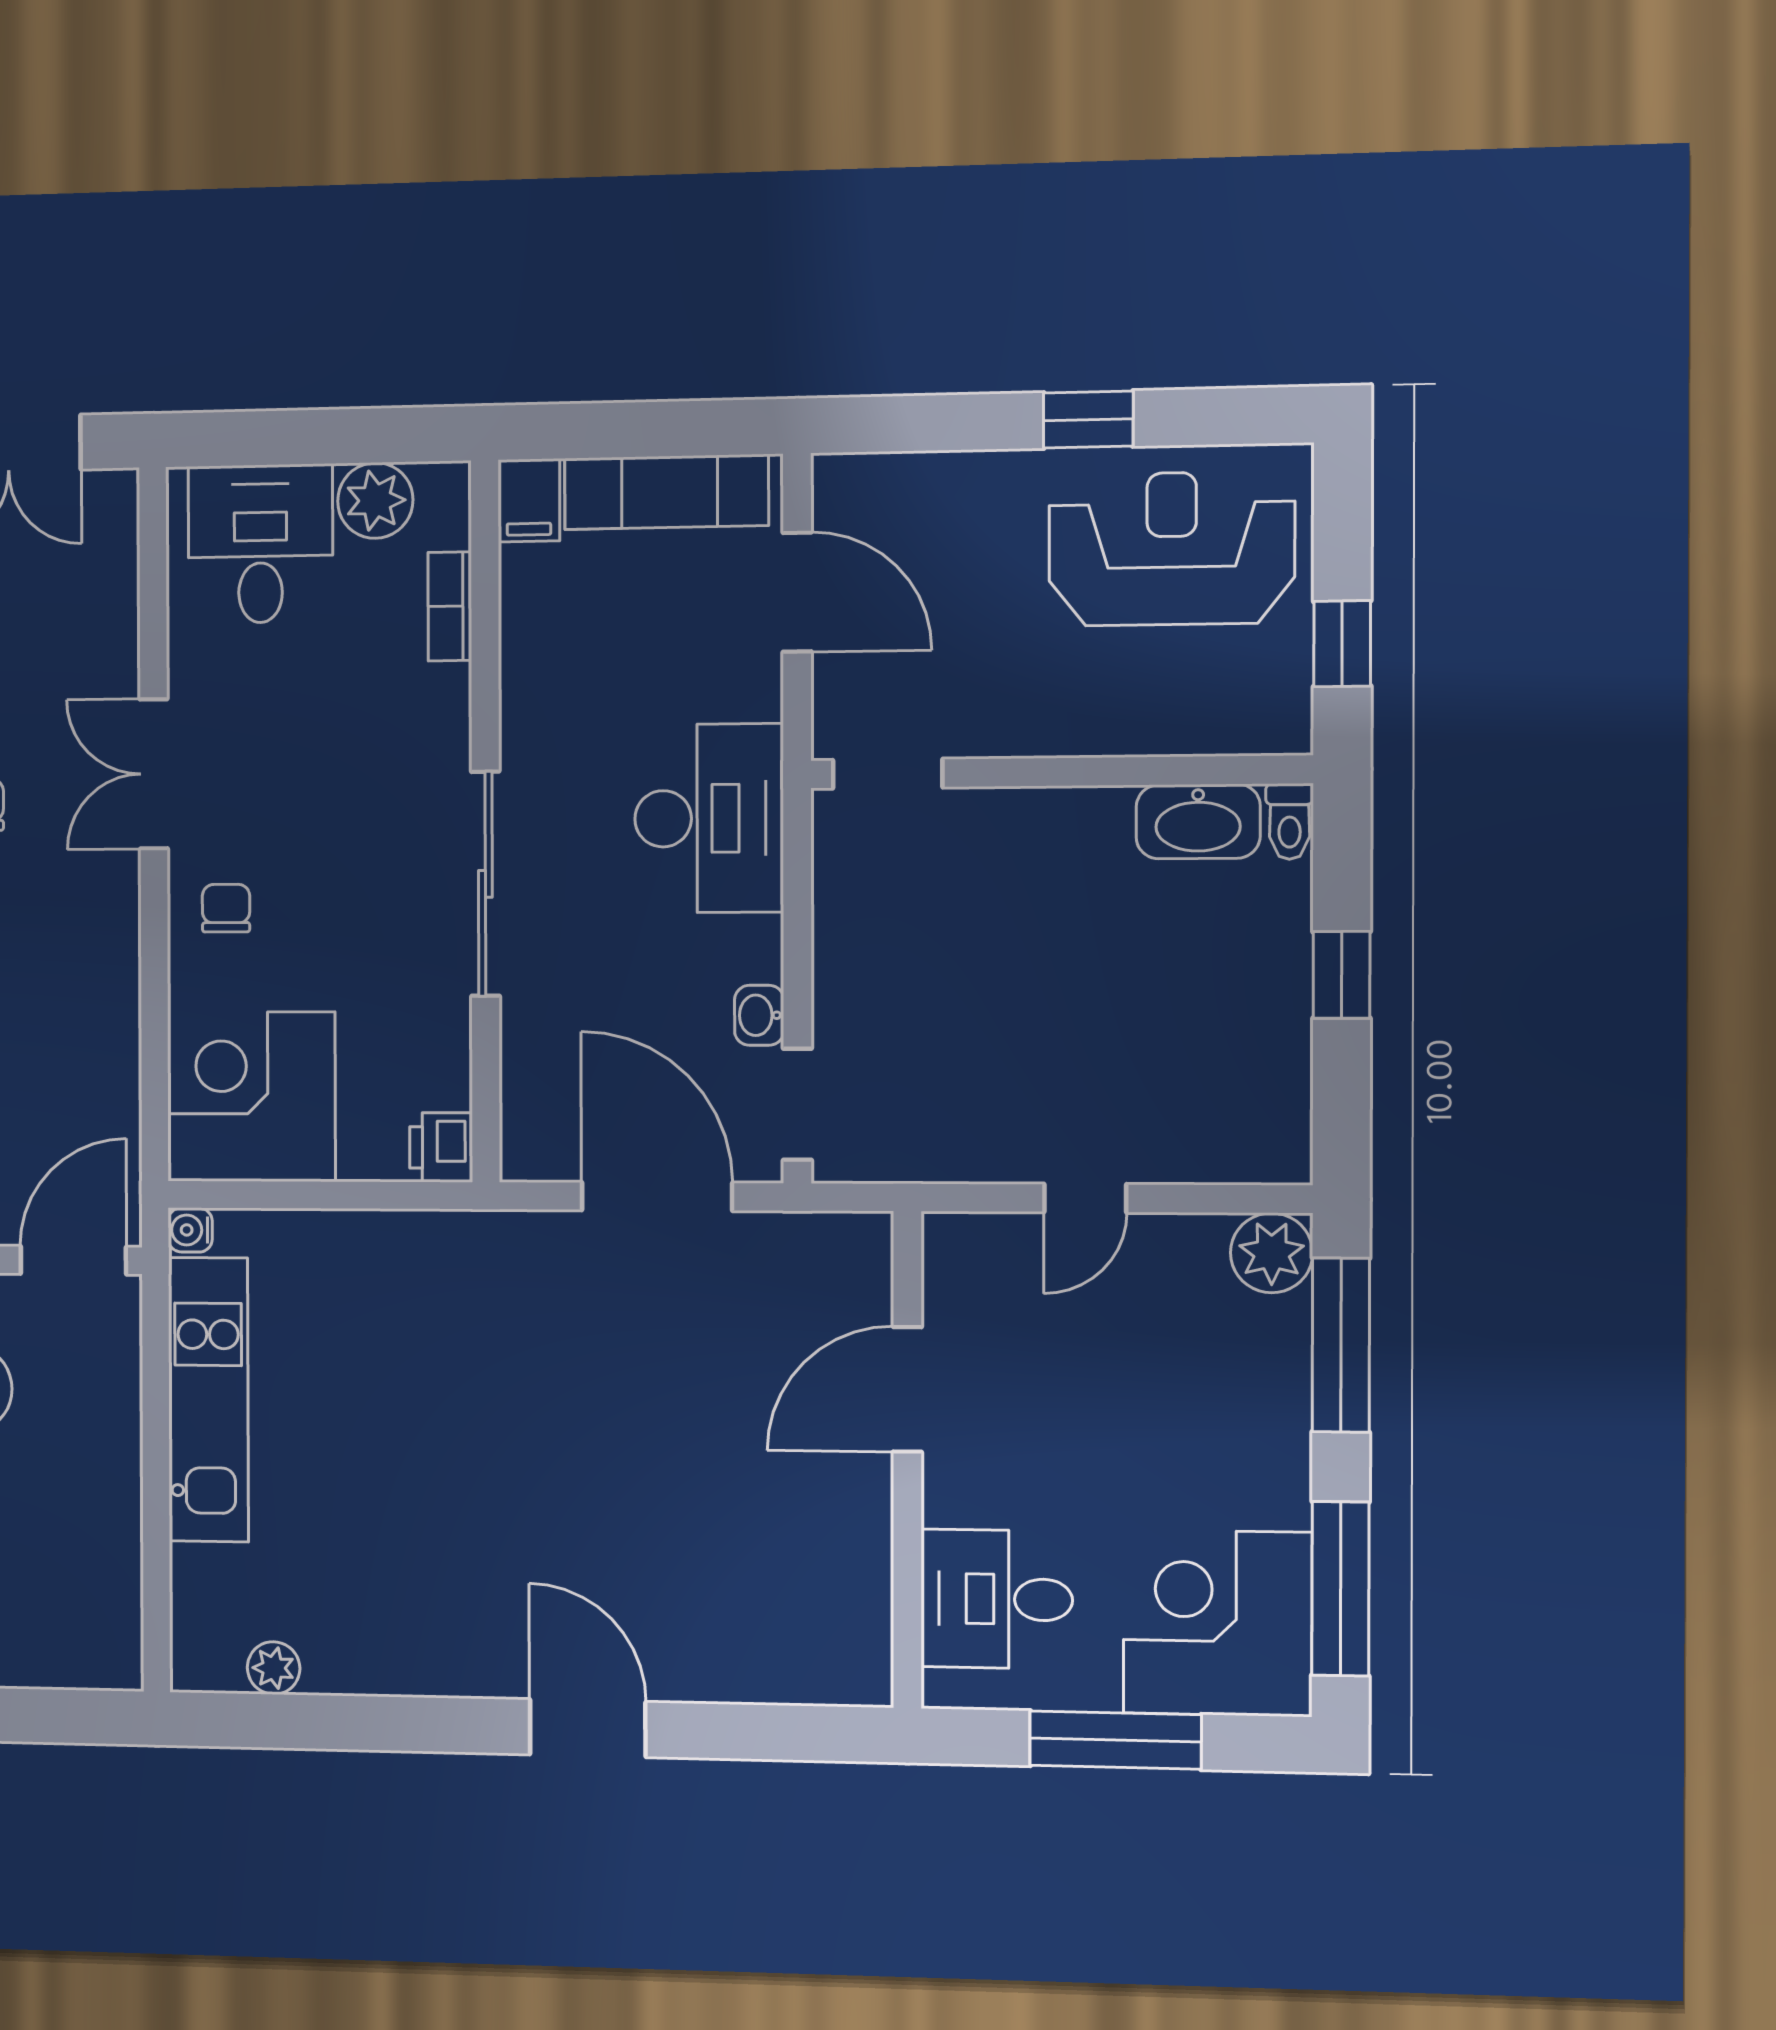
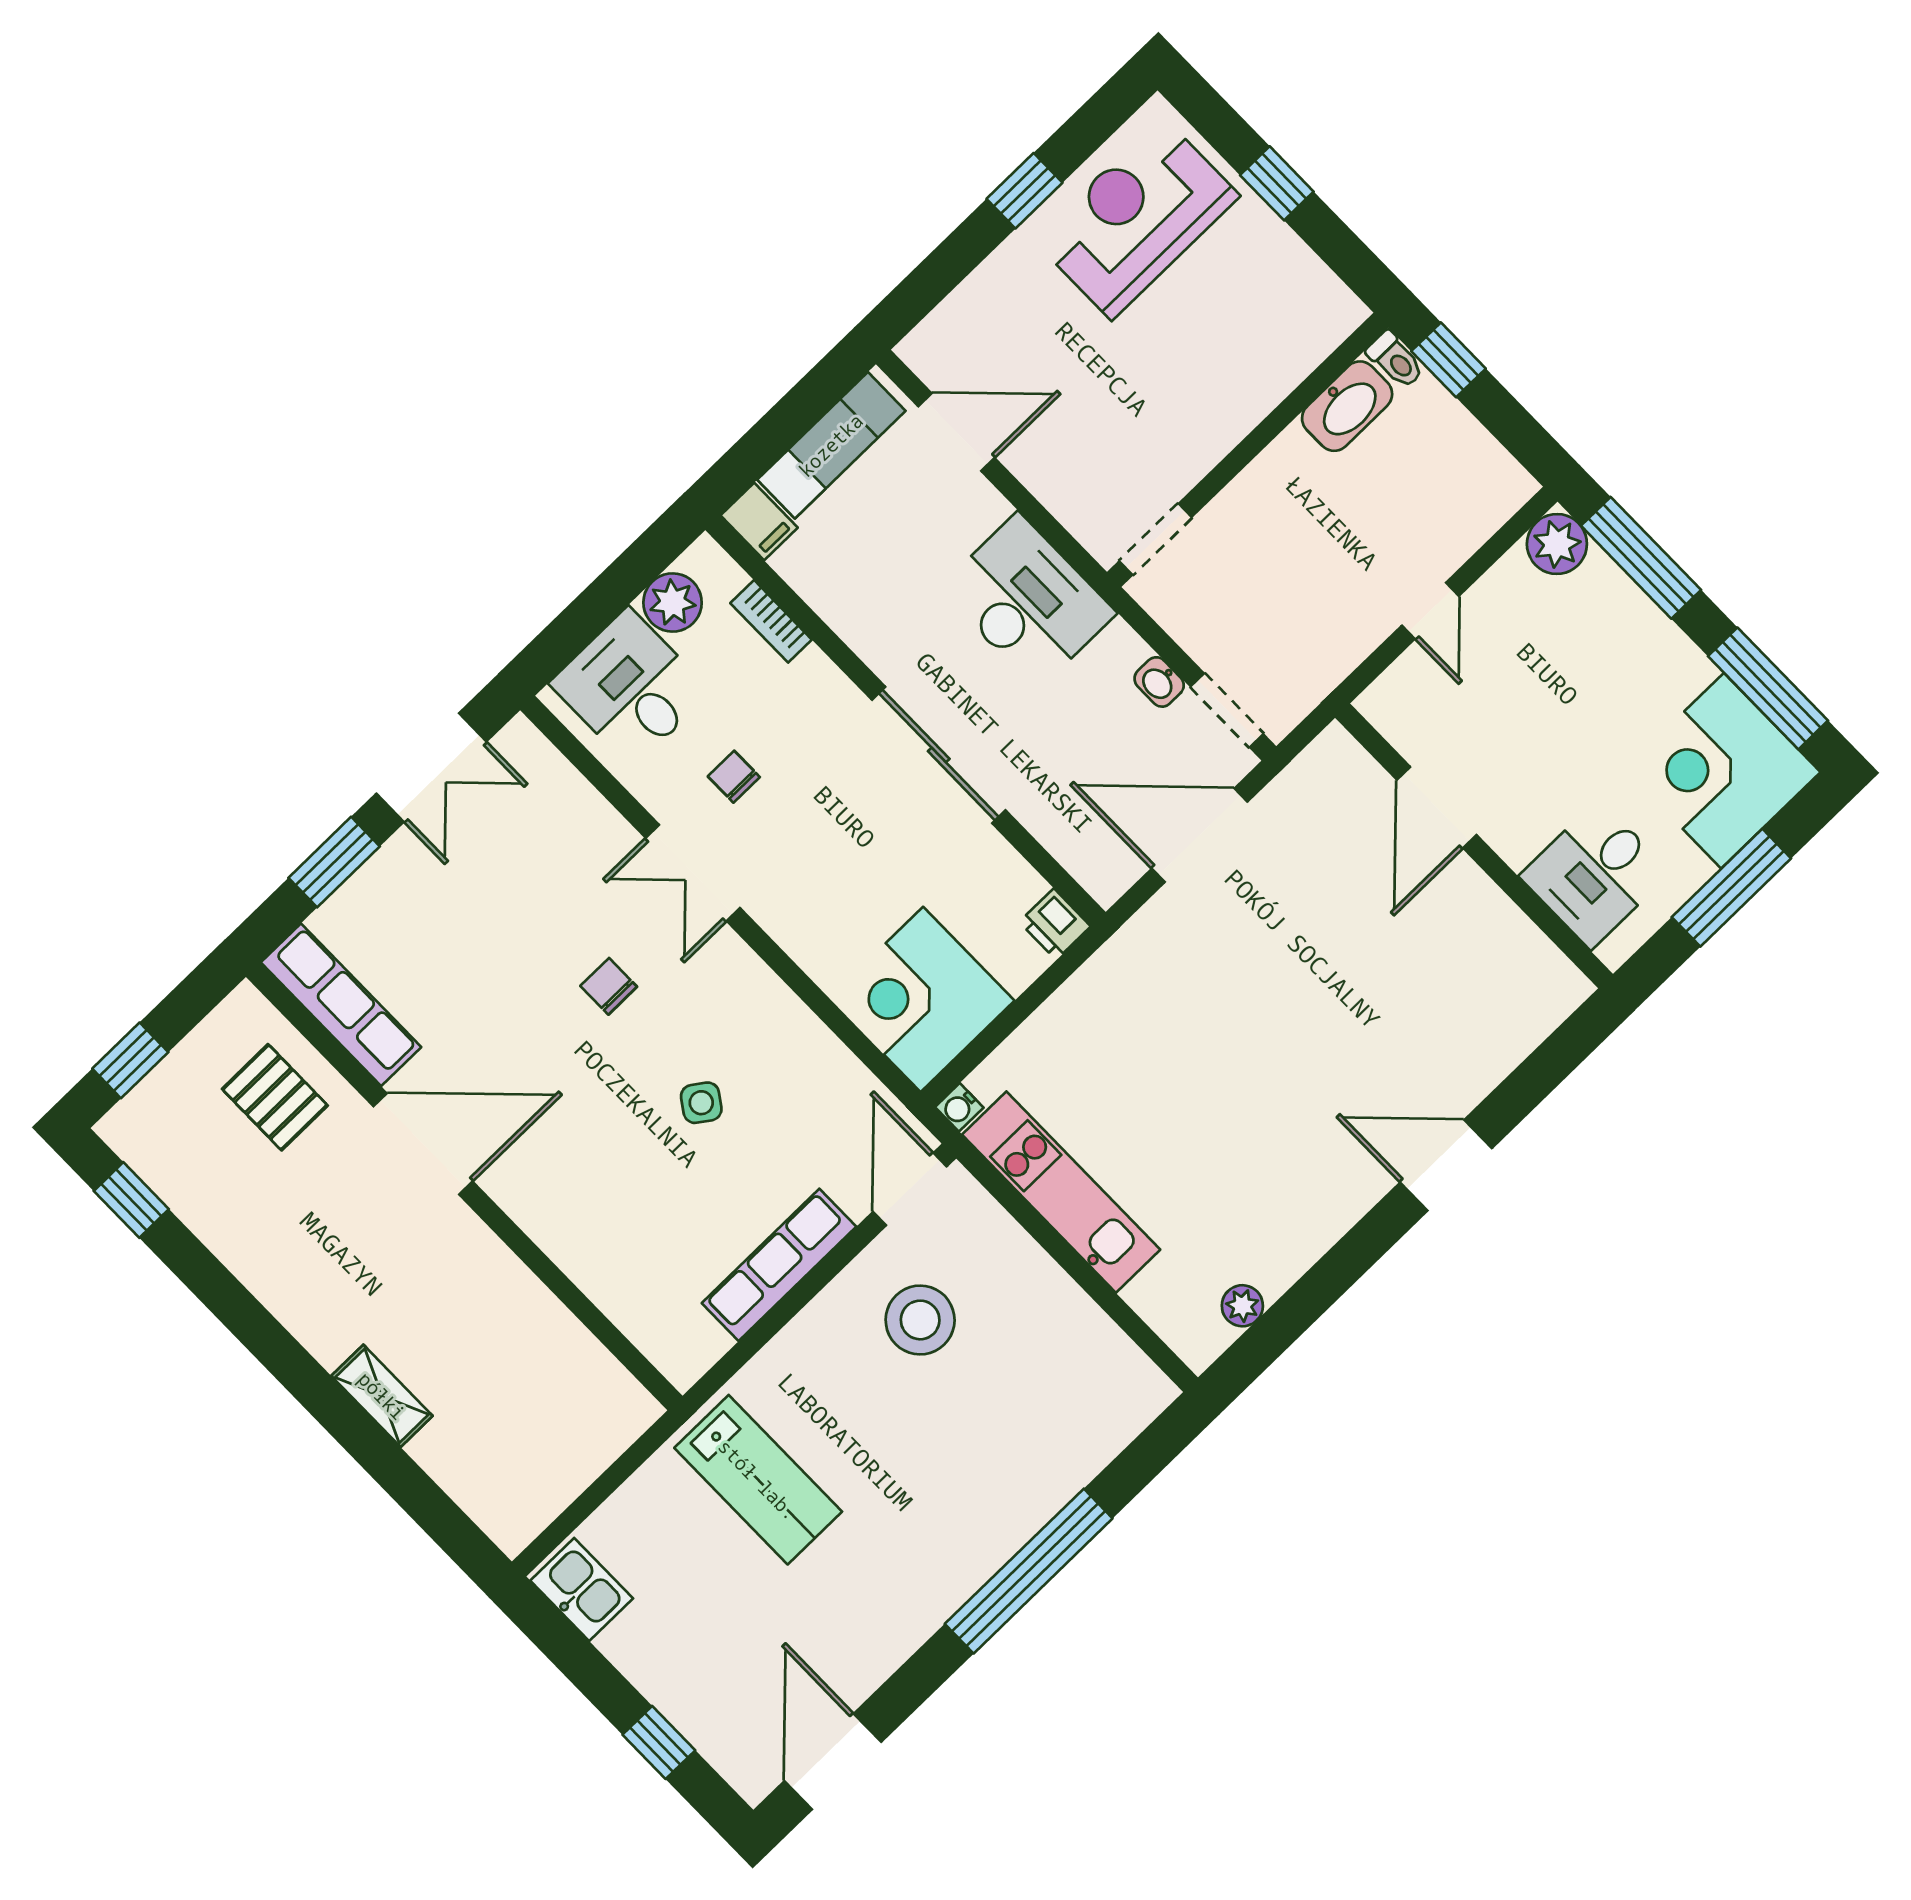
wall: (1060, 772) -> (1248, 450), moved
doorway: (888, 774) -> (1155, 539), moved
washbasin: (1198, 821) -> (1347, 406), moved
toilet: (1290, 821) -> (1395, 360), moved
chair: (226, 908) -> (734, 777), moved

